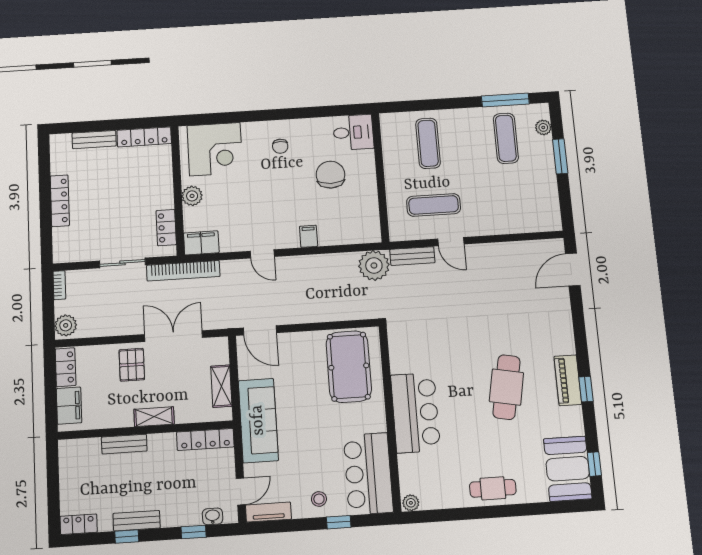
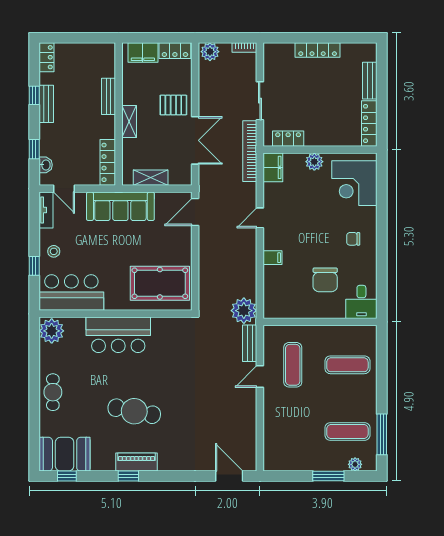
chair: (330, 175) -> (325, 280), turned 90
plant: (411, 503) -> (52, 331), width x1.88, depth x1.88

